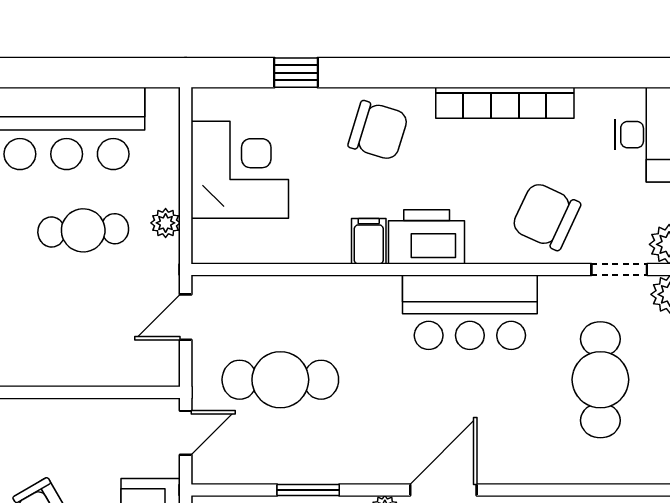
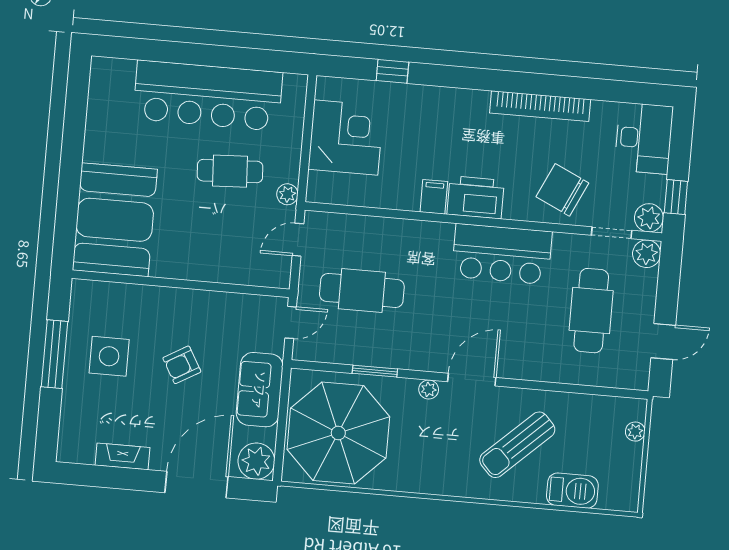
chair: (378, 130) -> (448, 118), removed
plant: (166, 223) -> (287, 194), moved

